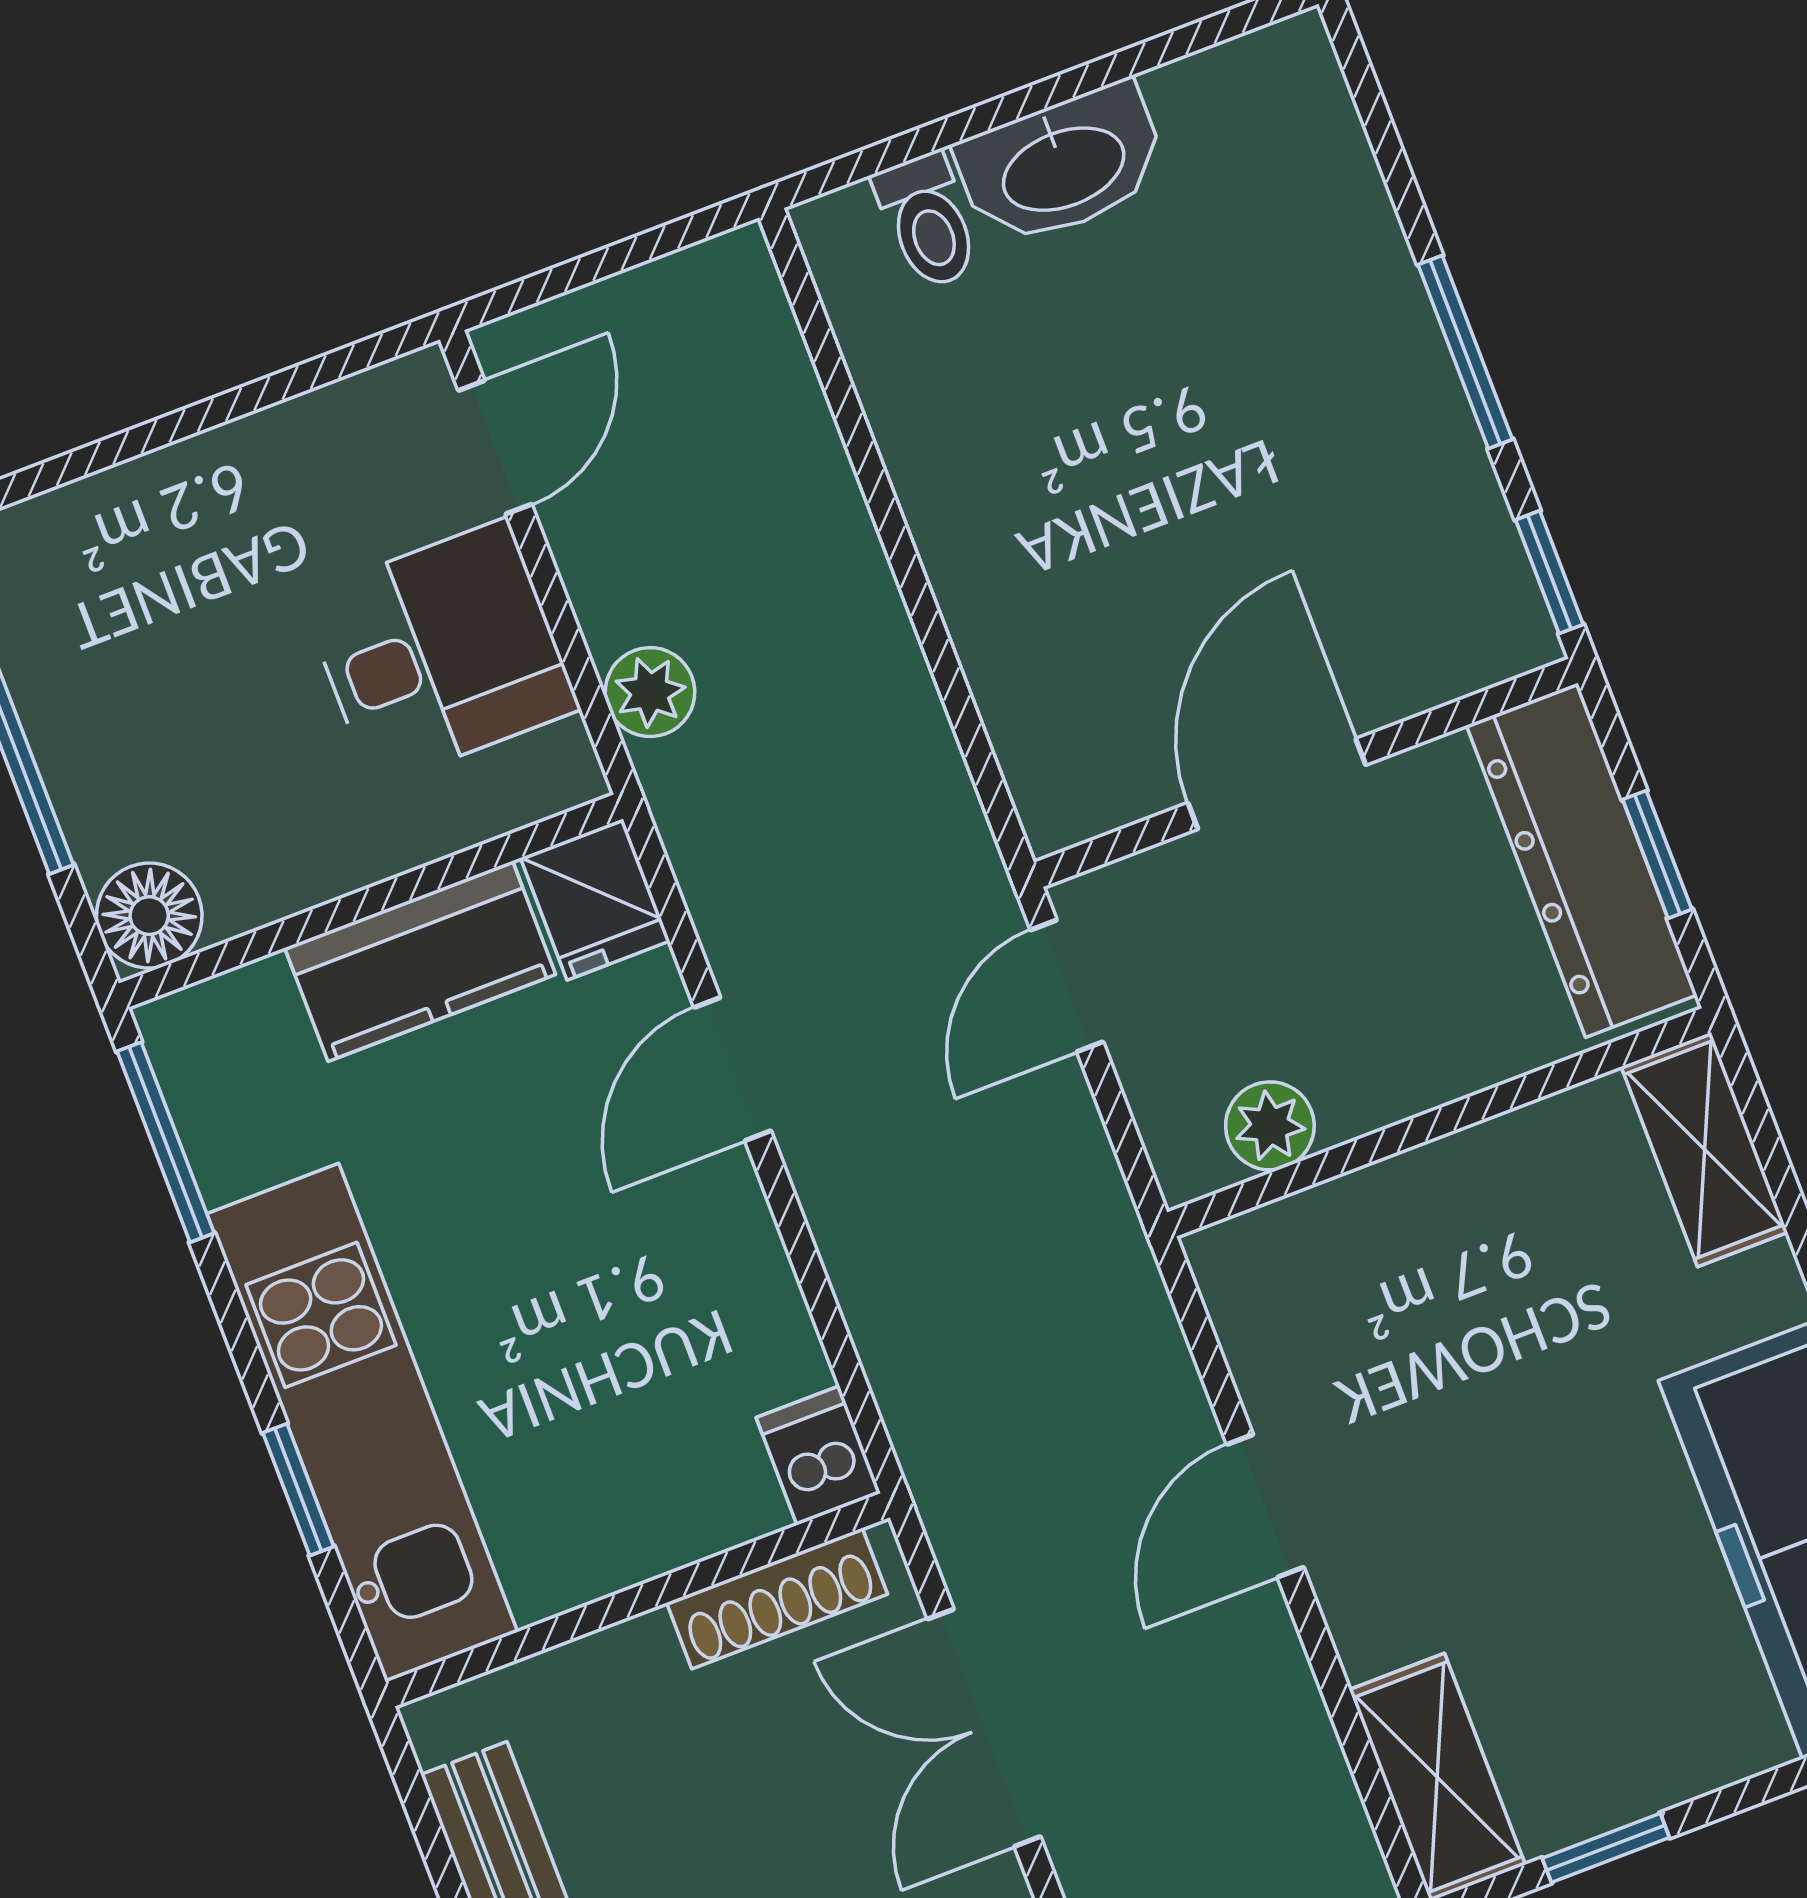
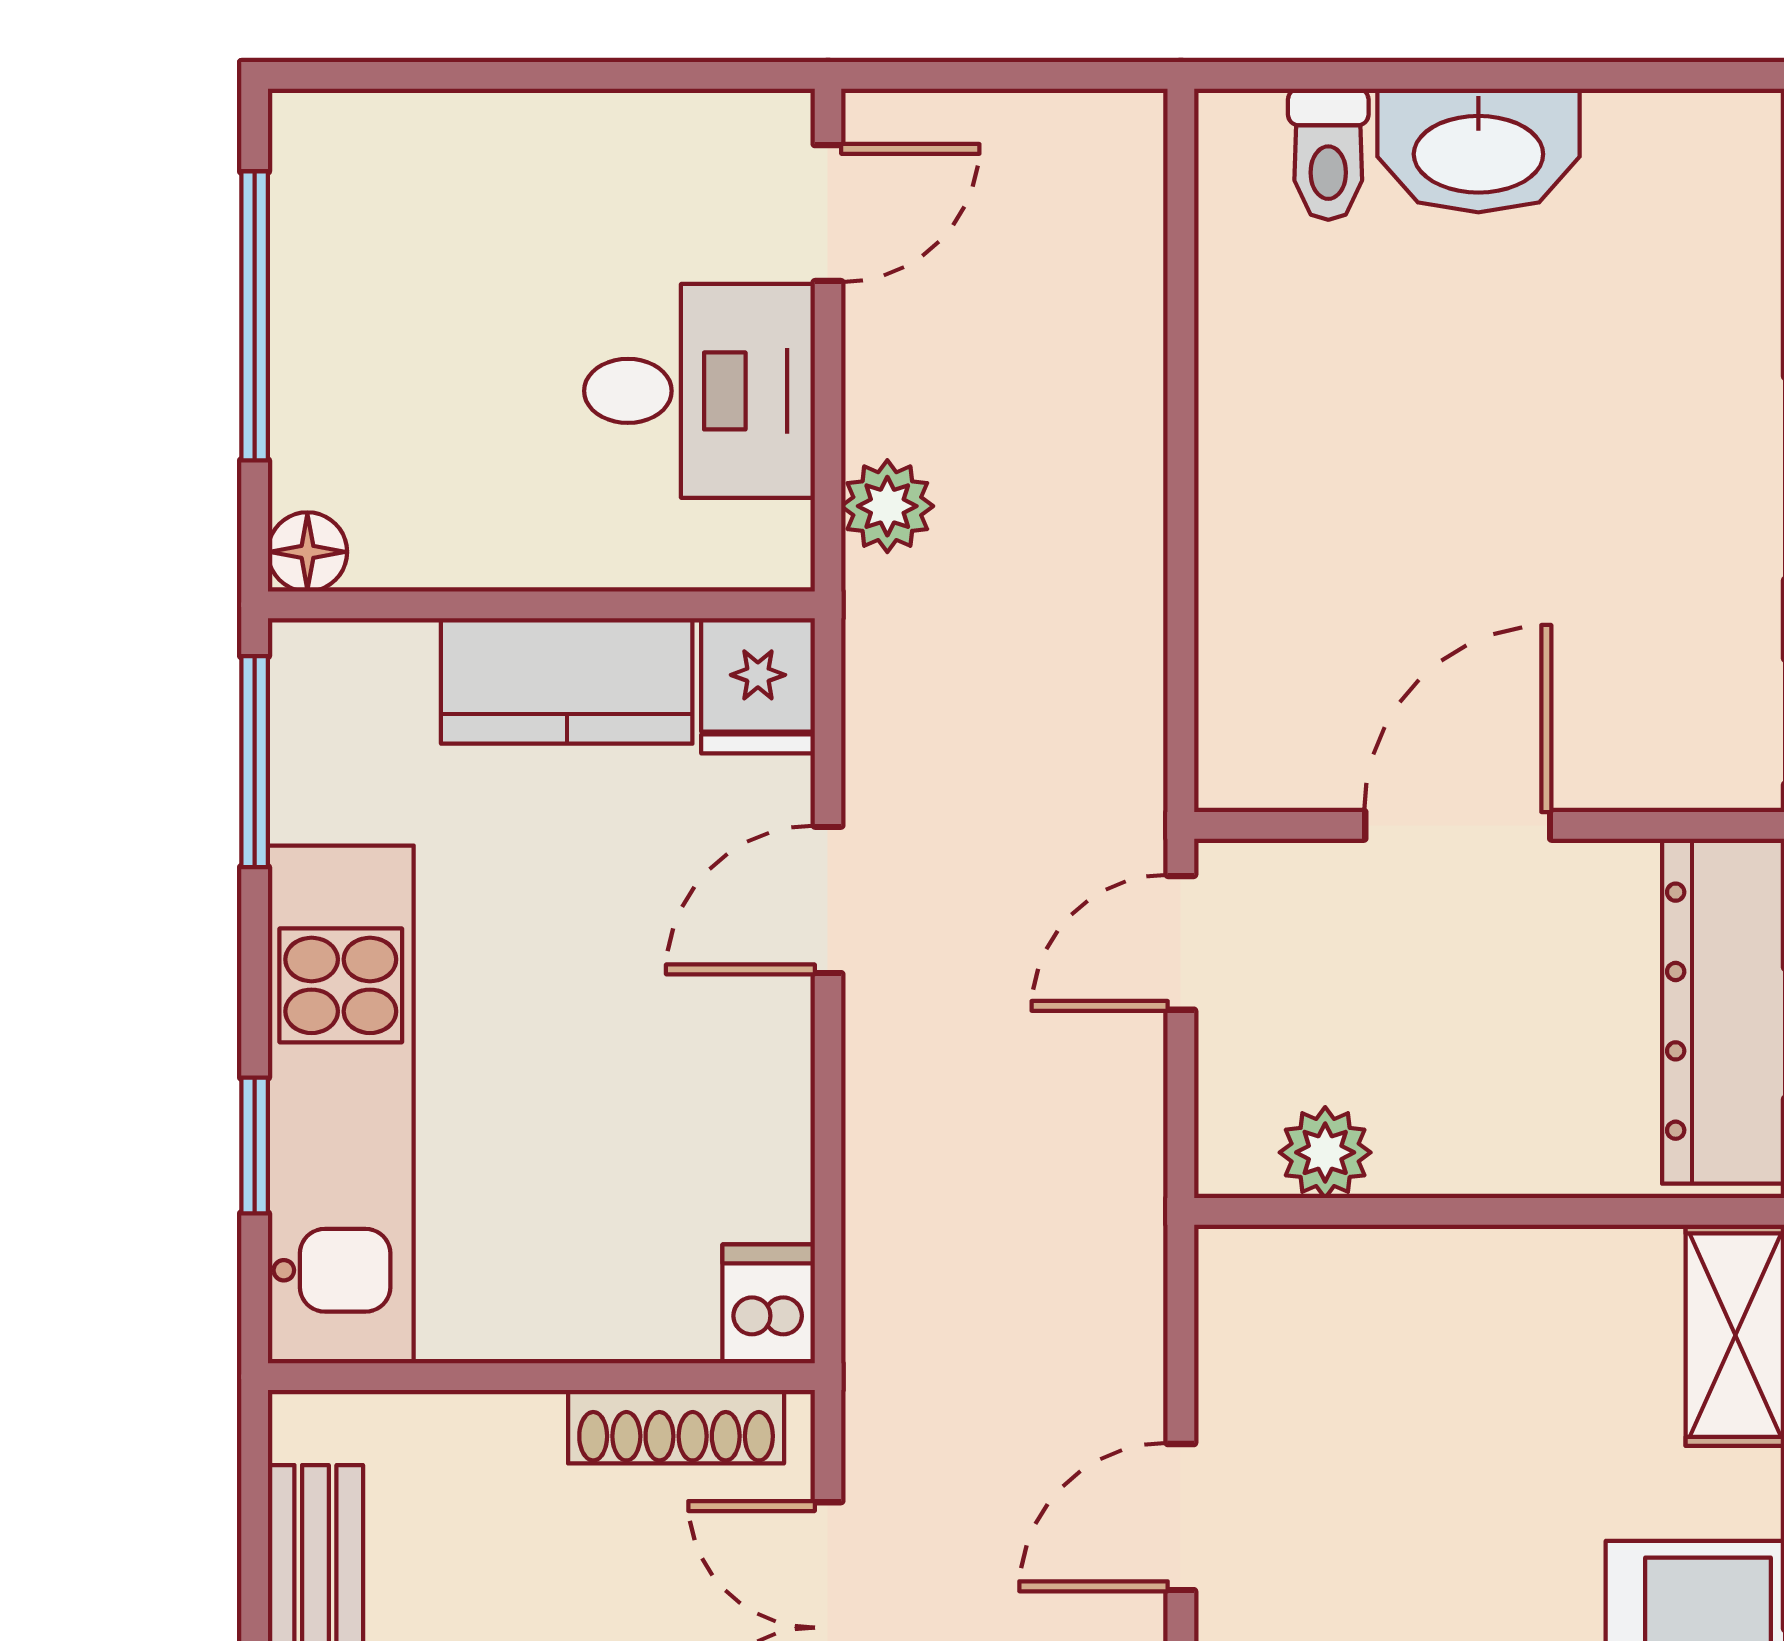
floor lamp: (149, 916) -> (307, 552), width x0.73, depth x0.73

